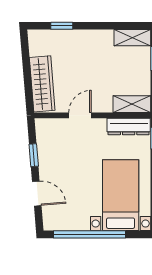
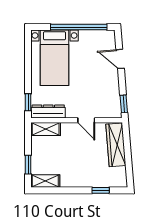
door: (80, 115) -> (86, 120), hinge flipped
window: (34, 155) -> (124, 104), moved

